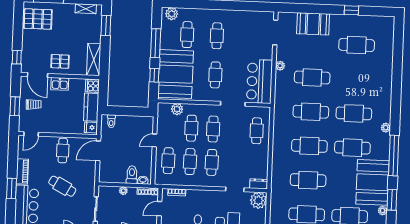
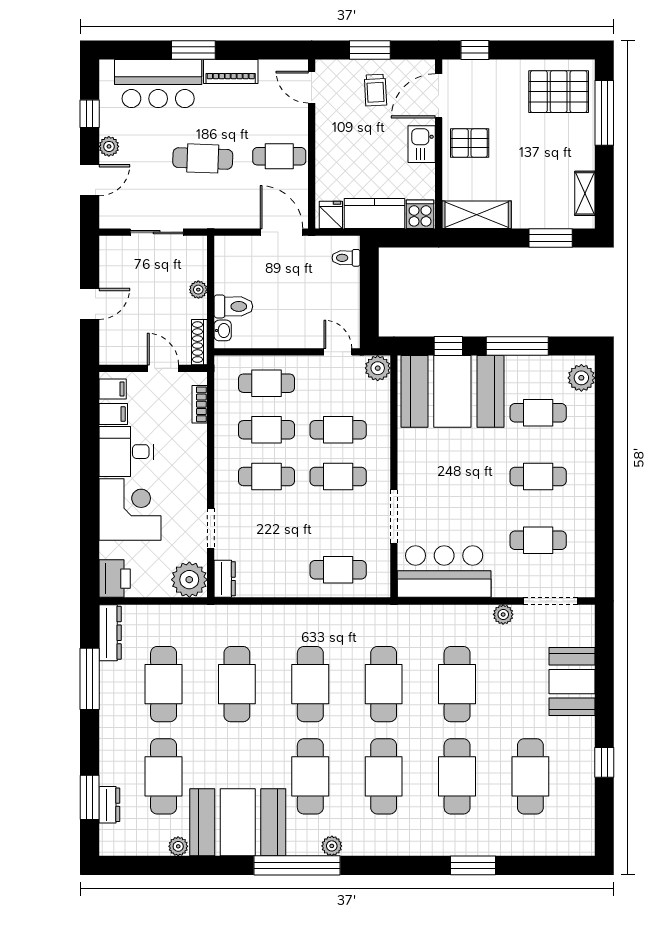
pallet: (38, 19) -> (559, 92), turned 90
pallet: (60, 61) -> (470, 143), turned 90
plant: (280, 66) -> (503, 614), moved
cafe table: (215, 75) -> (538, 540), moved
cafe table: (355, 79) -> (457, 776), added
plant: (177, 109) -> (378, 368), moved
plant: (386, 128) -> (332, 846), moved
door: (154, 140) -> (338, 352), moved
cafe table: (62, 186) -> (203, 158), turned 64
window: (392, 200) -> (473, 865), moved

